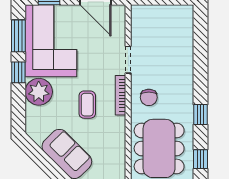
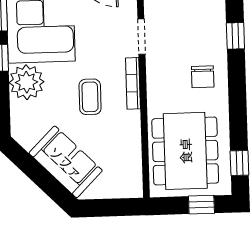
chair: (149, 97) -> (203, 77), moved
window: (200, 114) -> (235, 36), moved

